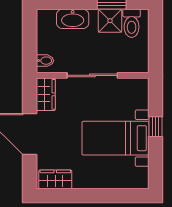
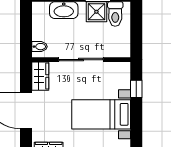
window: (156, 127) -> (136, 89), moved

